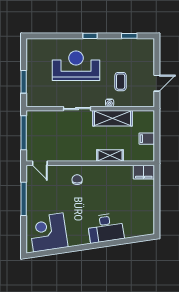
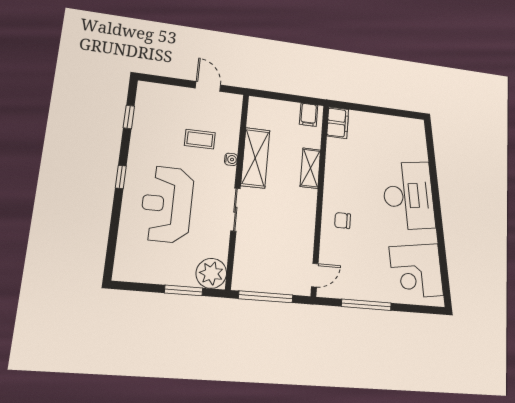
plant: (35, 97) -> (211, 273), added
filing cabinet: (147, 139) -> (309, 115), moved
desk: (106, 228) -> (409, 196), width x1.36, depth x1.30

